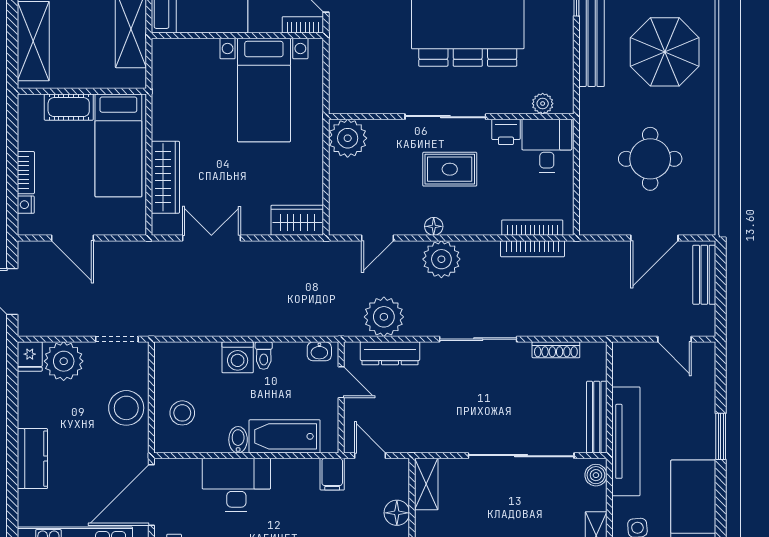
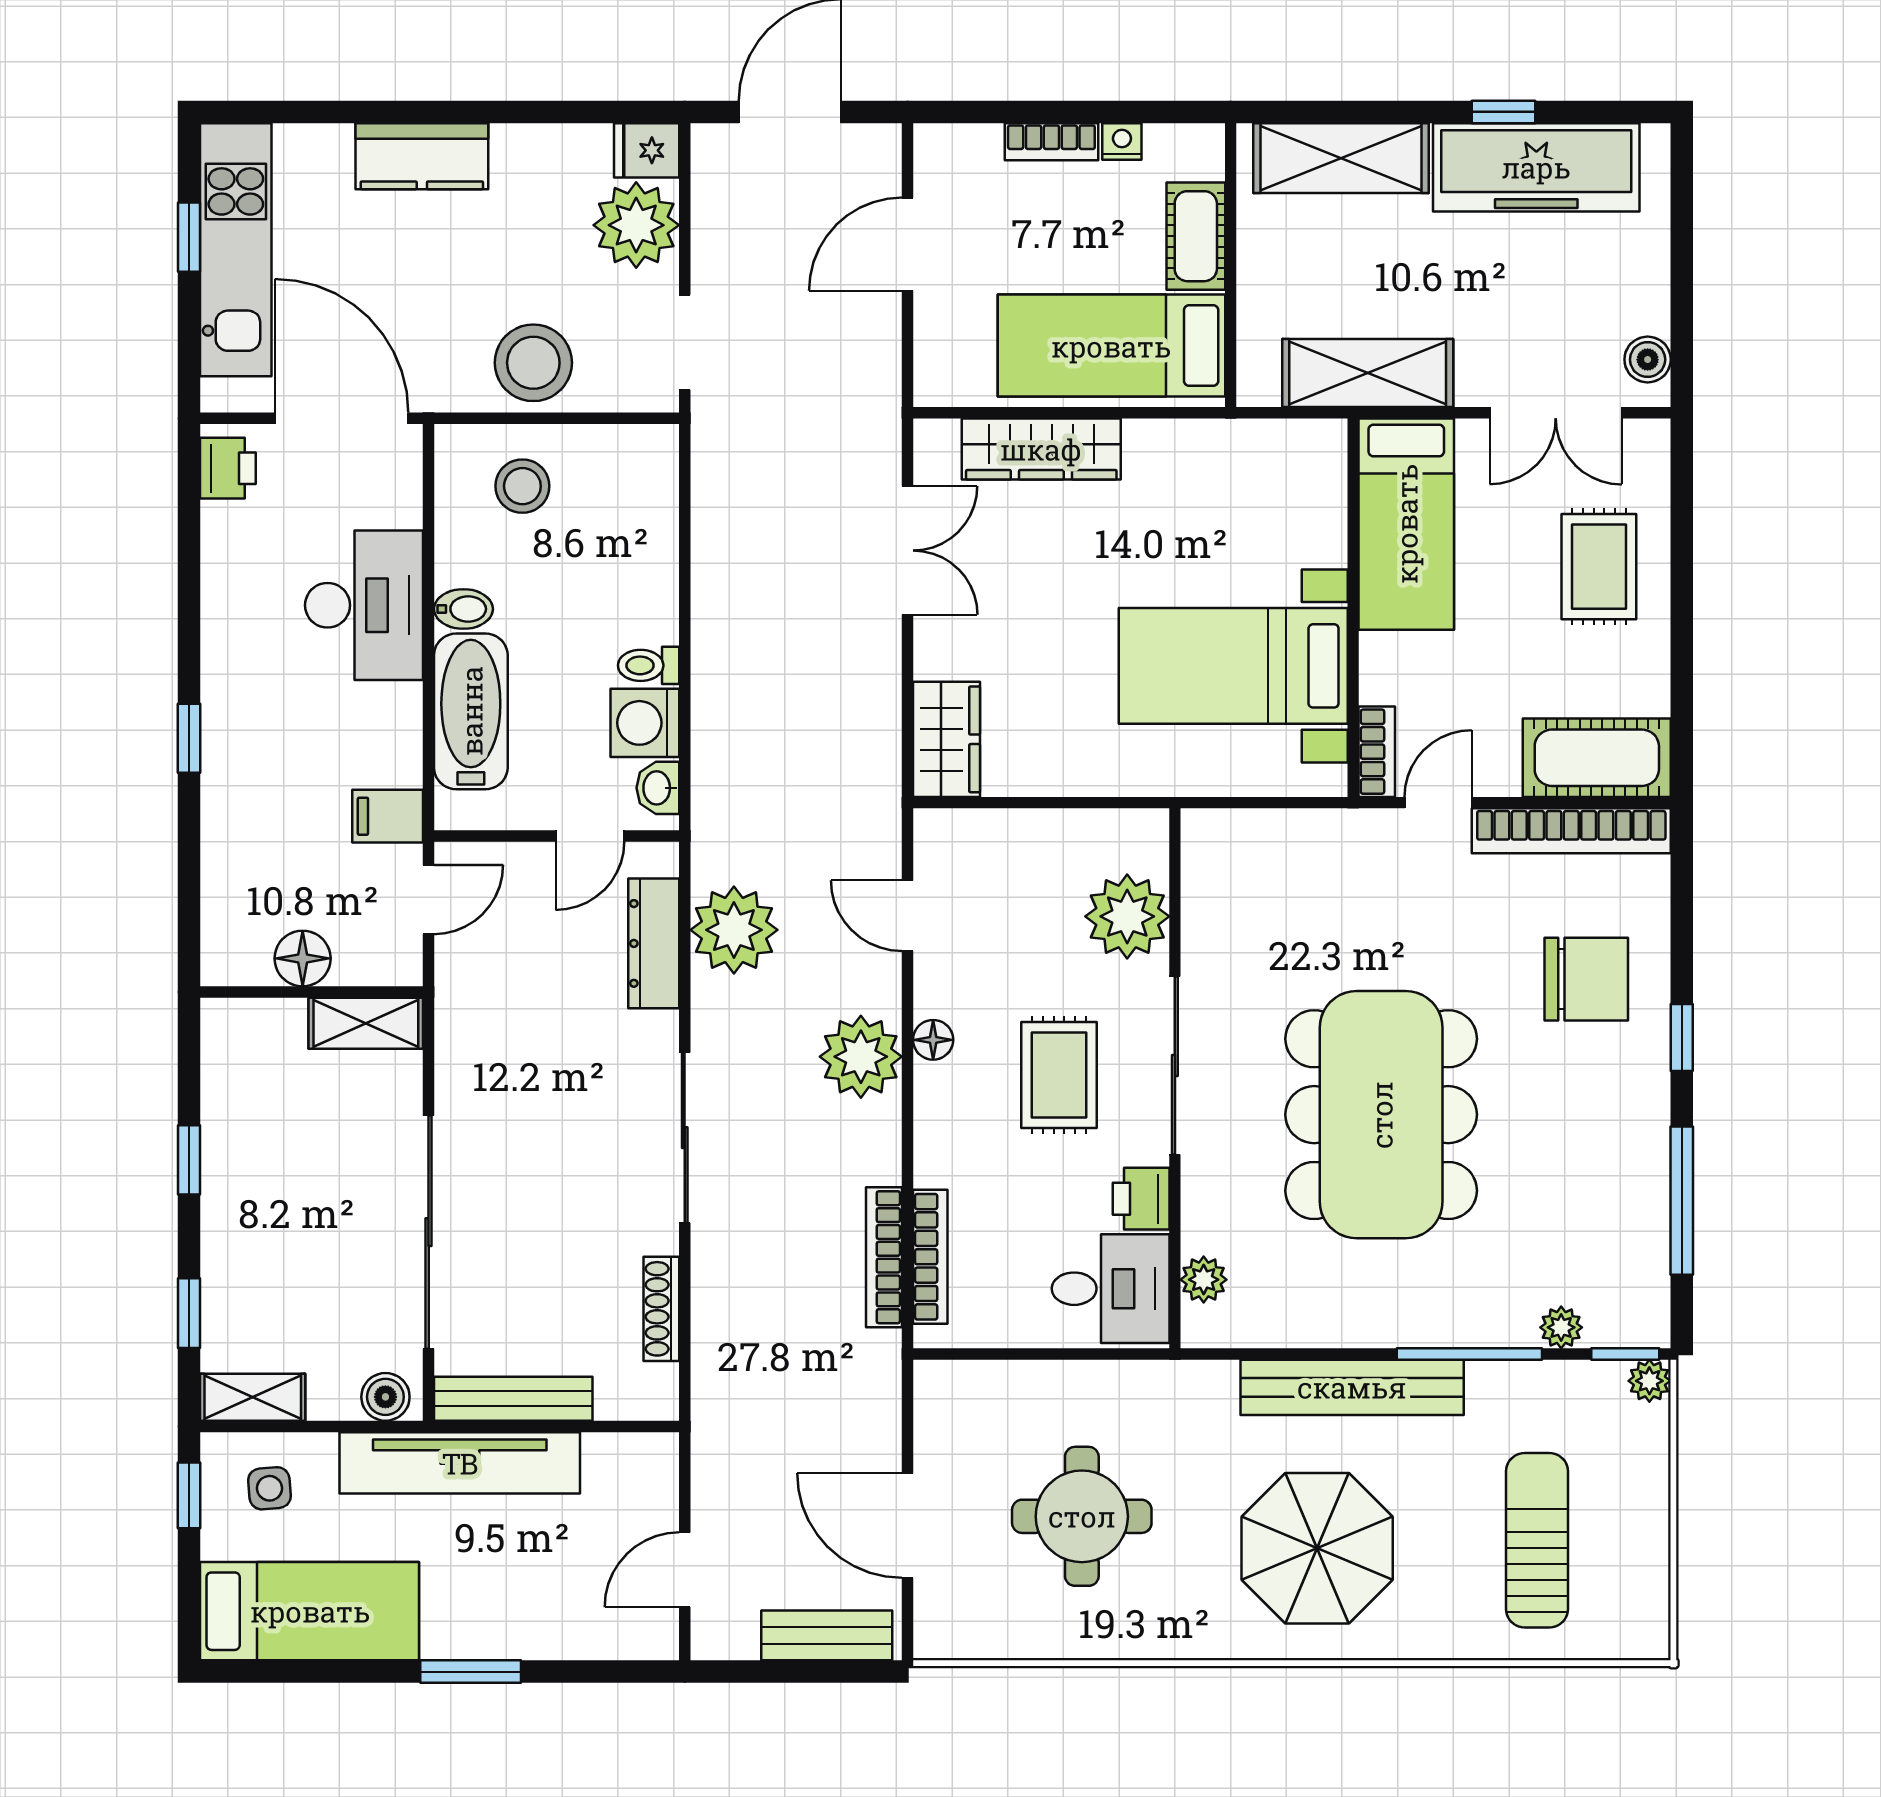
plant: (348, 138) -> (1127, 916), moved
nightstand: (26, 205) -> (1122, 141), moved
washing machine: (238, 357) -> (645, 723), moved

